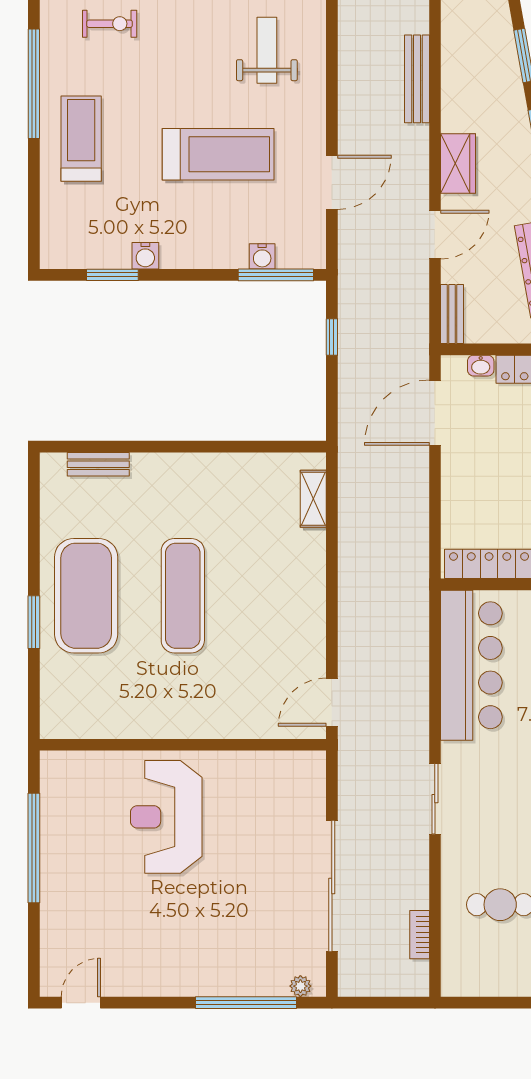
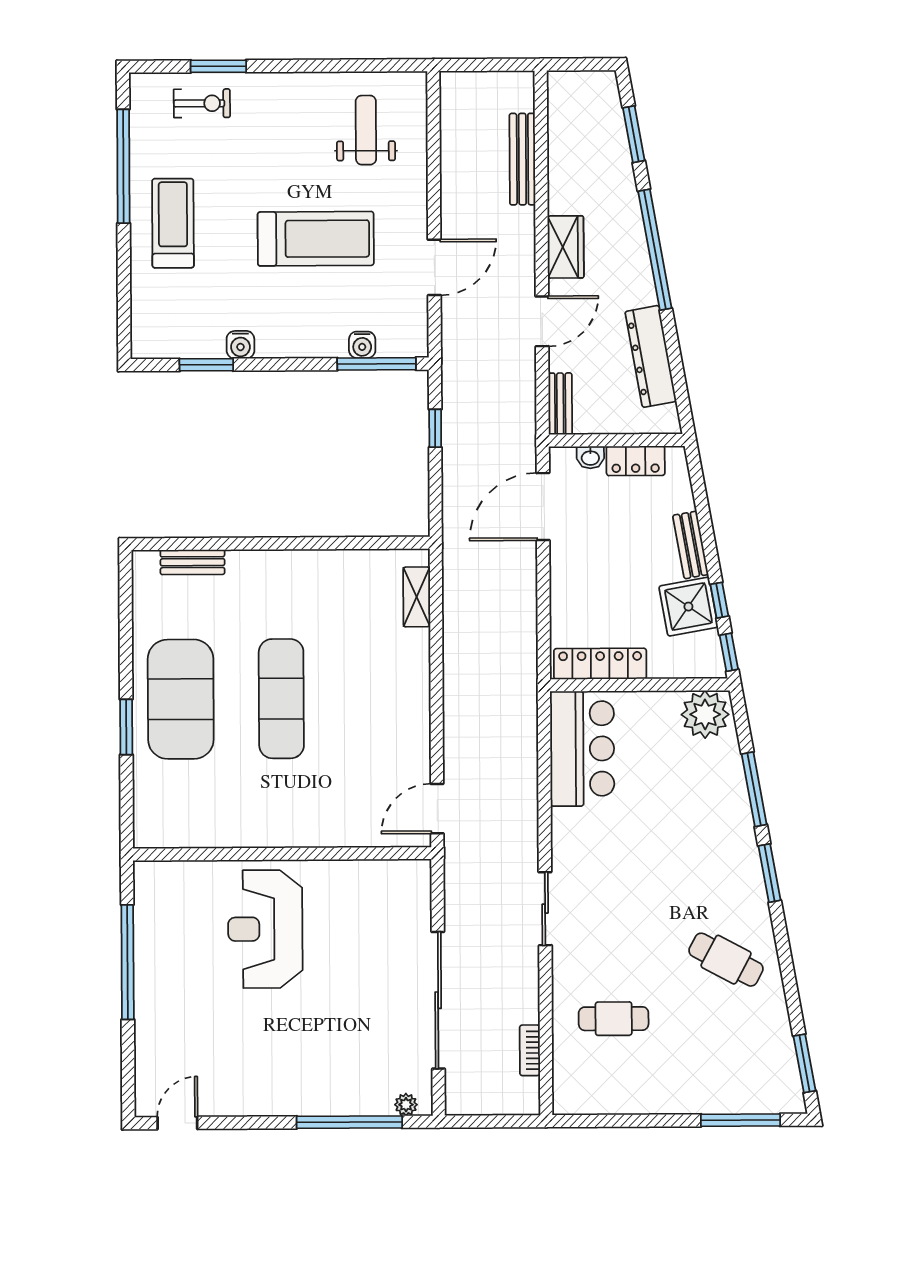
bar counter: (471, 665) -> (582, 749), width x0.73

